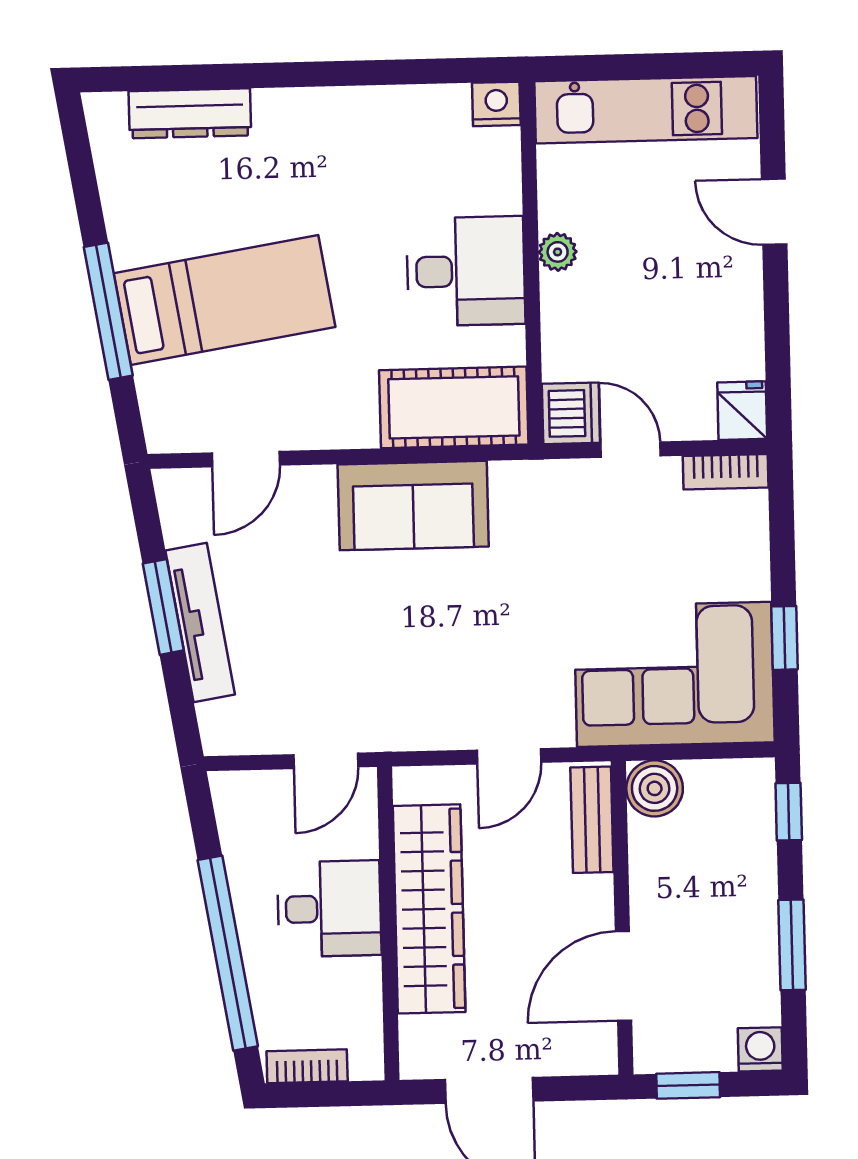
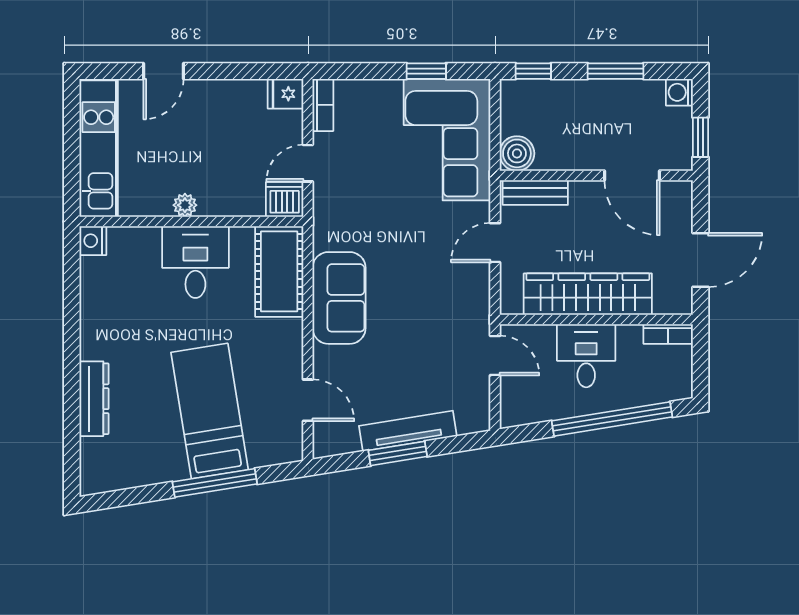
dresser: (190, 113) -> (94, 399), moved
door: (509, 756) -> (495, 243), swing flipped
bookcase: (307, 1066) -> (668, 334), moved, turned -90

